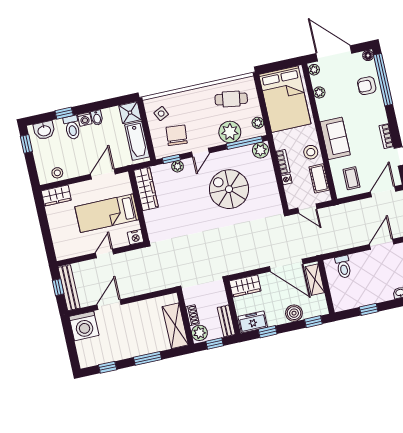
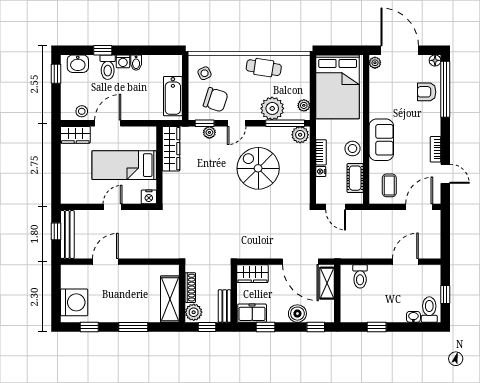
plant: (319, 92) -> (375, 88), removed
cafe table: (231, 99) -> (264, 68), moved
shower: (130, 113) -> (172, 65), removed
chair: (177, 135) -> (216, 100), turned 103
door: (103, 174) -> (108, 123), moved
shoe rack: (192, 315) -> (190, 288), width x1.43
washing machine: (84, 326) -> (74, 302), moved, turned -90

